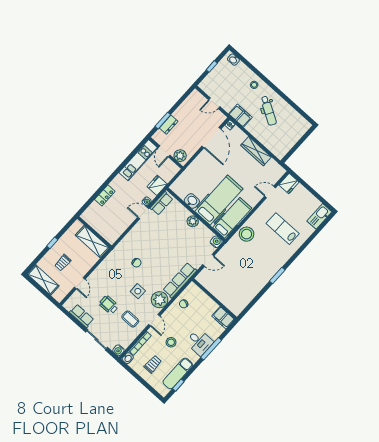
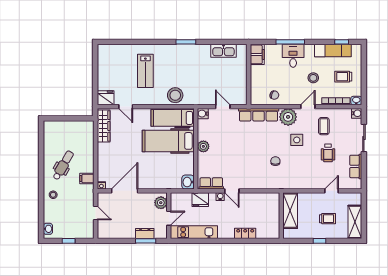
filing cabinet: (240, 116) -> (87, 179), width x0.50
wardrobe: (256, 151) -> (104, 126), moved
washbasin: (192, 201) -> (188, 182), moved
kitchen sink: (319, 216) -> (223, 51), moved

